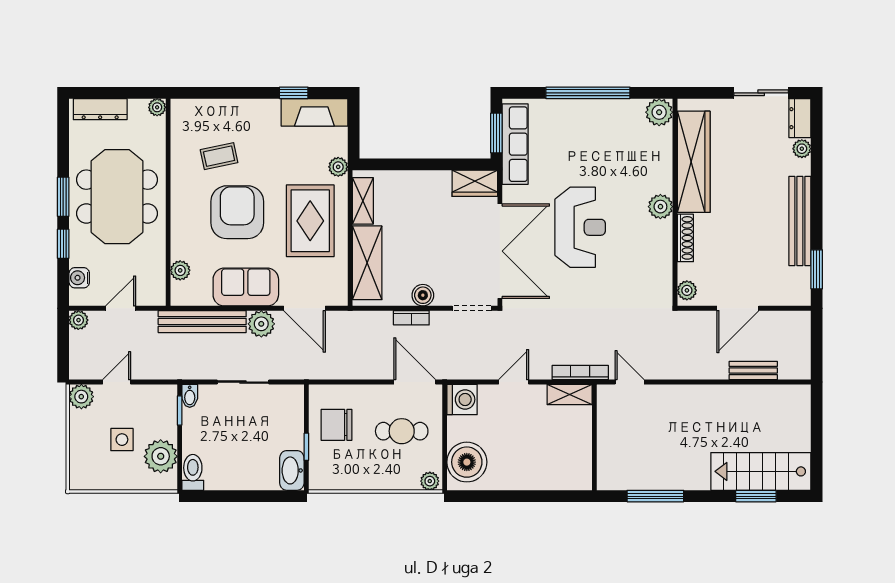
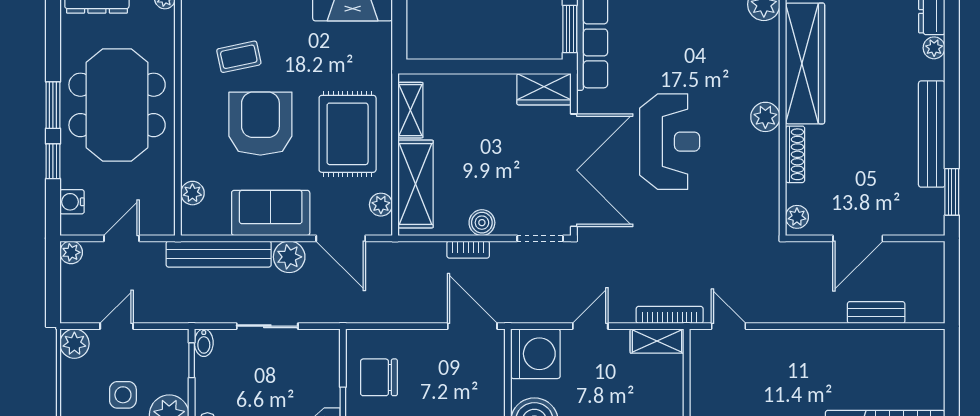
plant: (338, 167) -> (381, 205), moved
washing machine: (462, 399) -> (535, 354), width x1.37, depth x1.37
cafe table: (402, 431) -> (457, 385), removed

